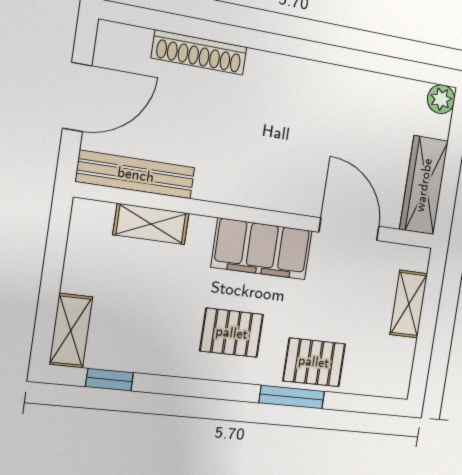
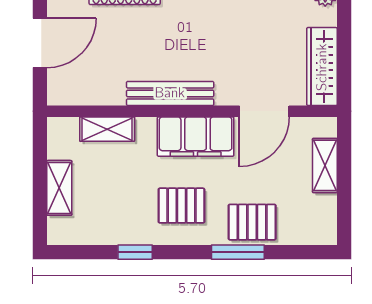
bench: (136, 175) -> (170, 93), moved
door: (349, 229) -> (264, 111), swing flipped
shelving: (71, 331) -> (59, 188), moved
window: (109, 380) -> (135, 252), moved

